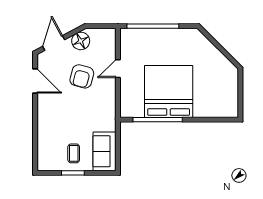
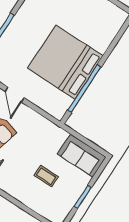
coffee table: (74, 153) -> (46, 176), moved

